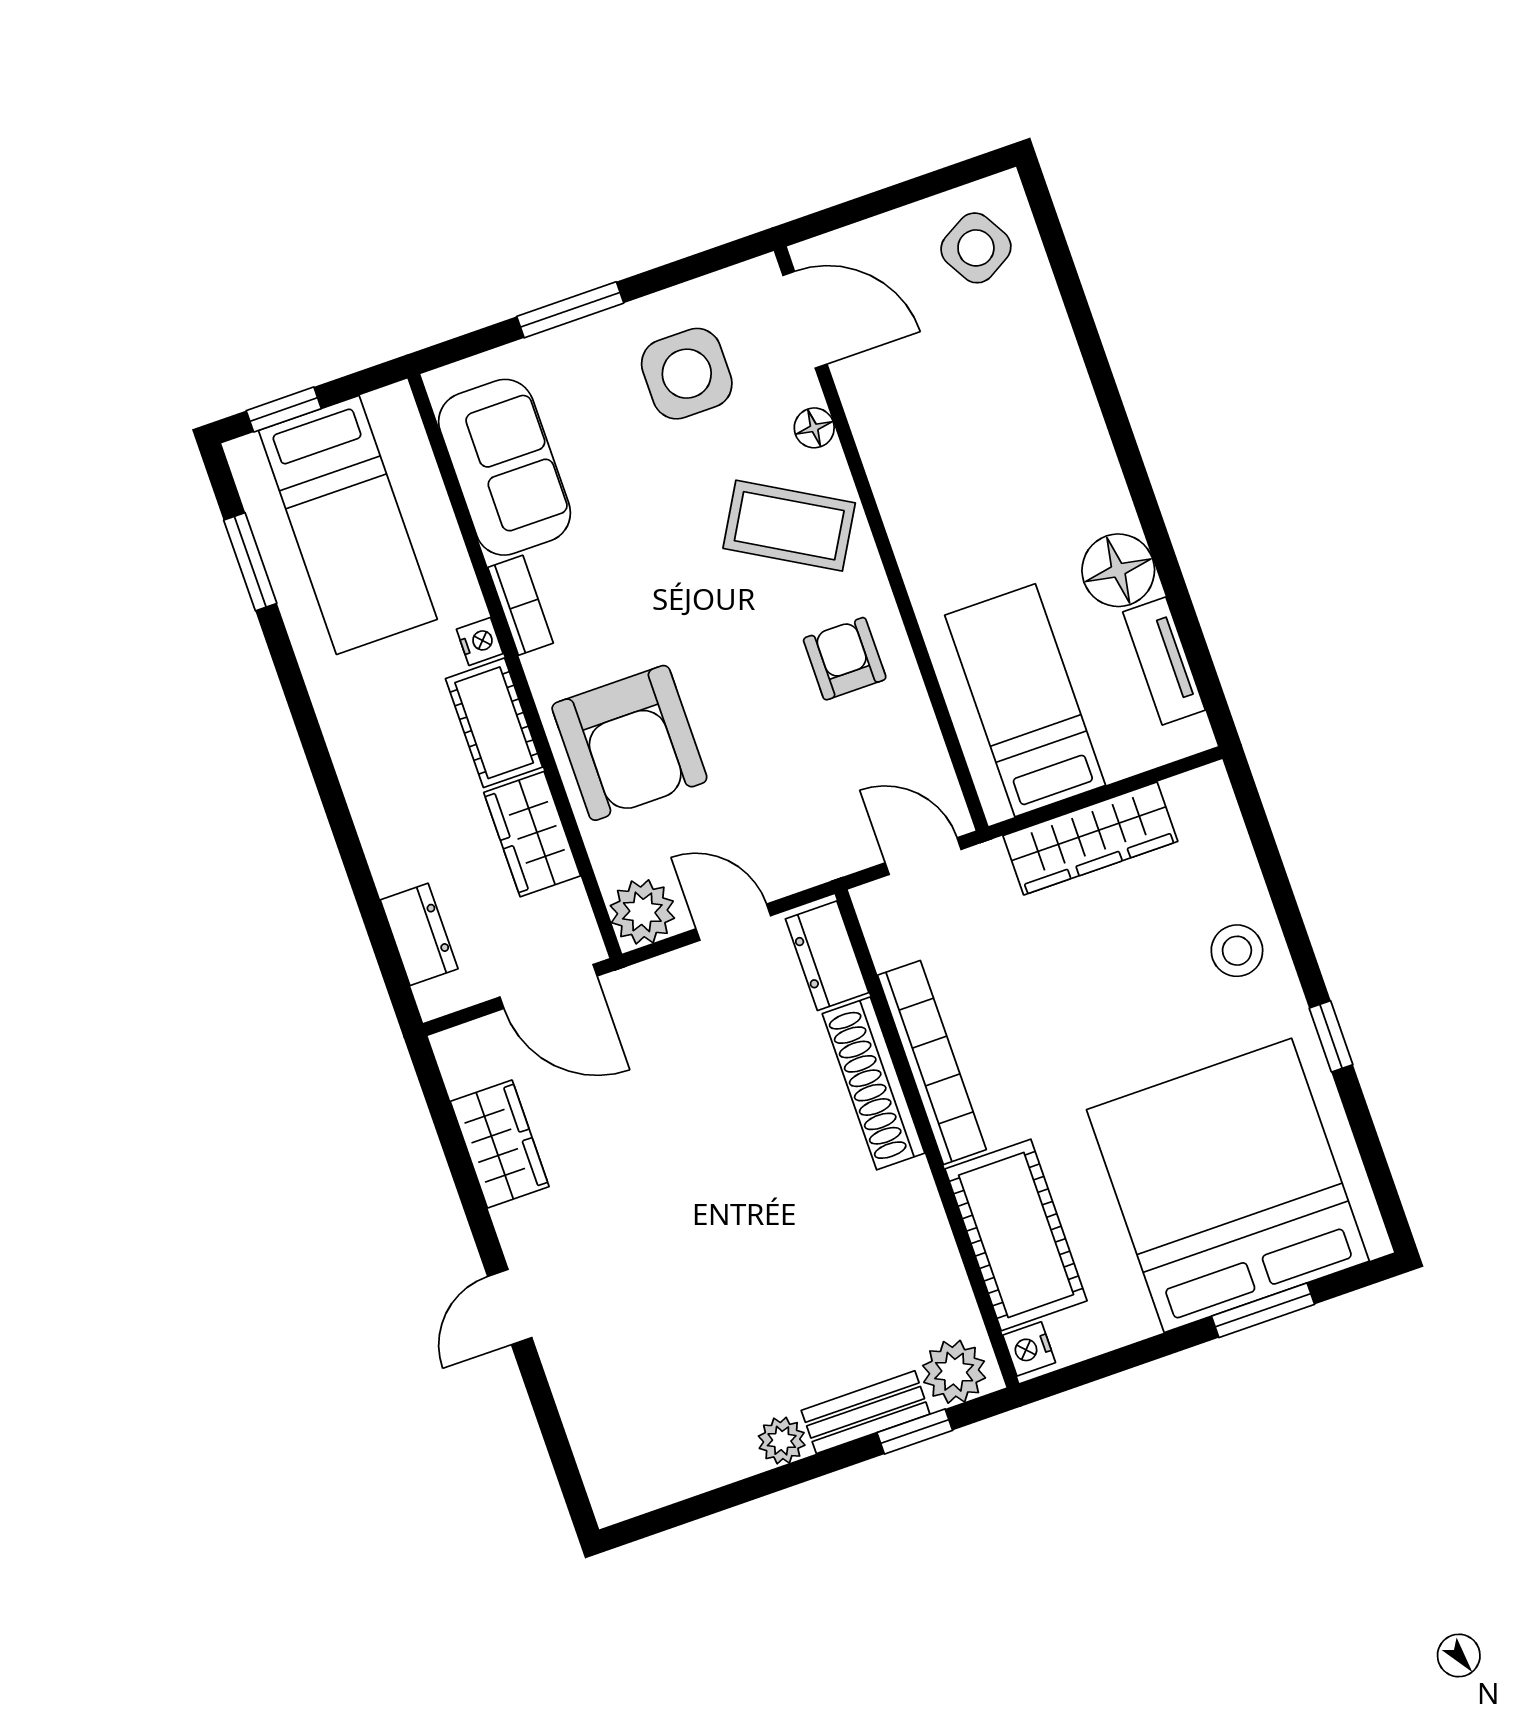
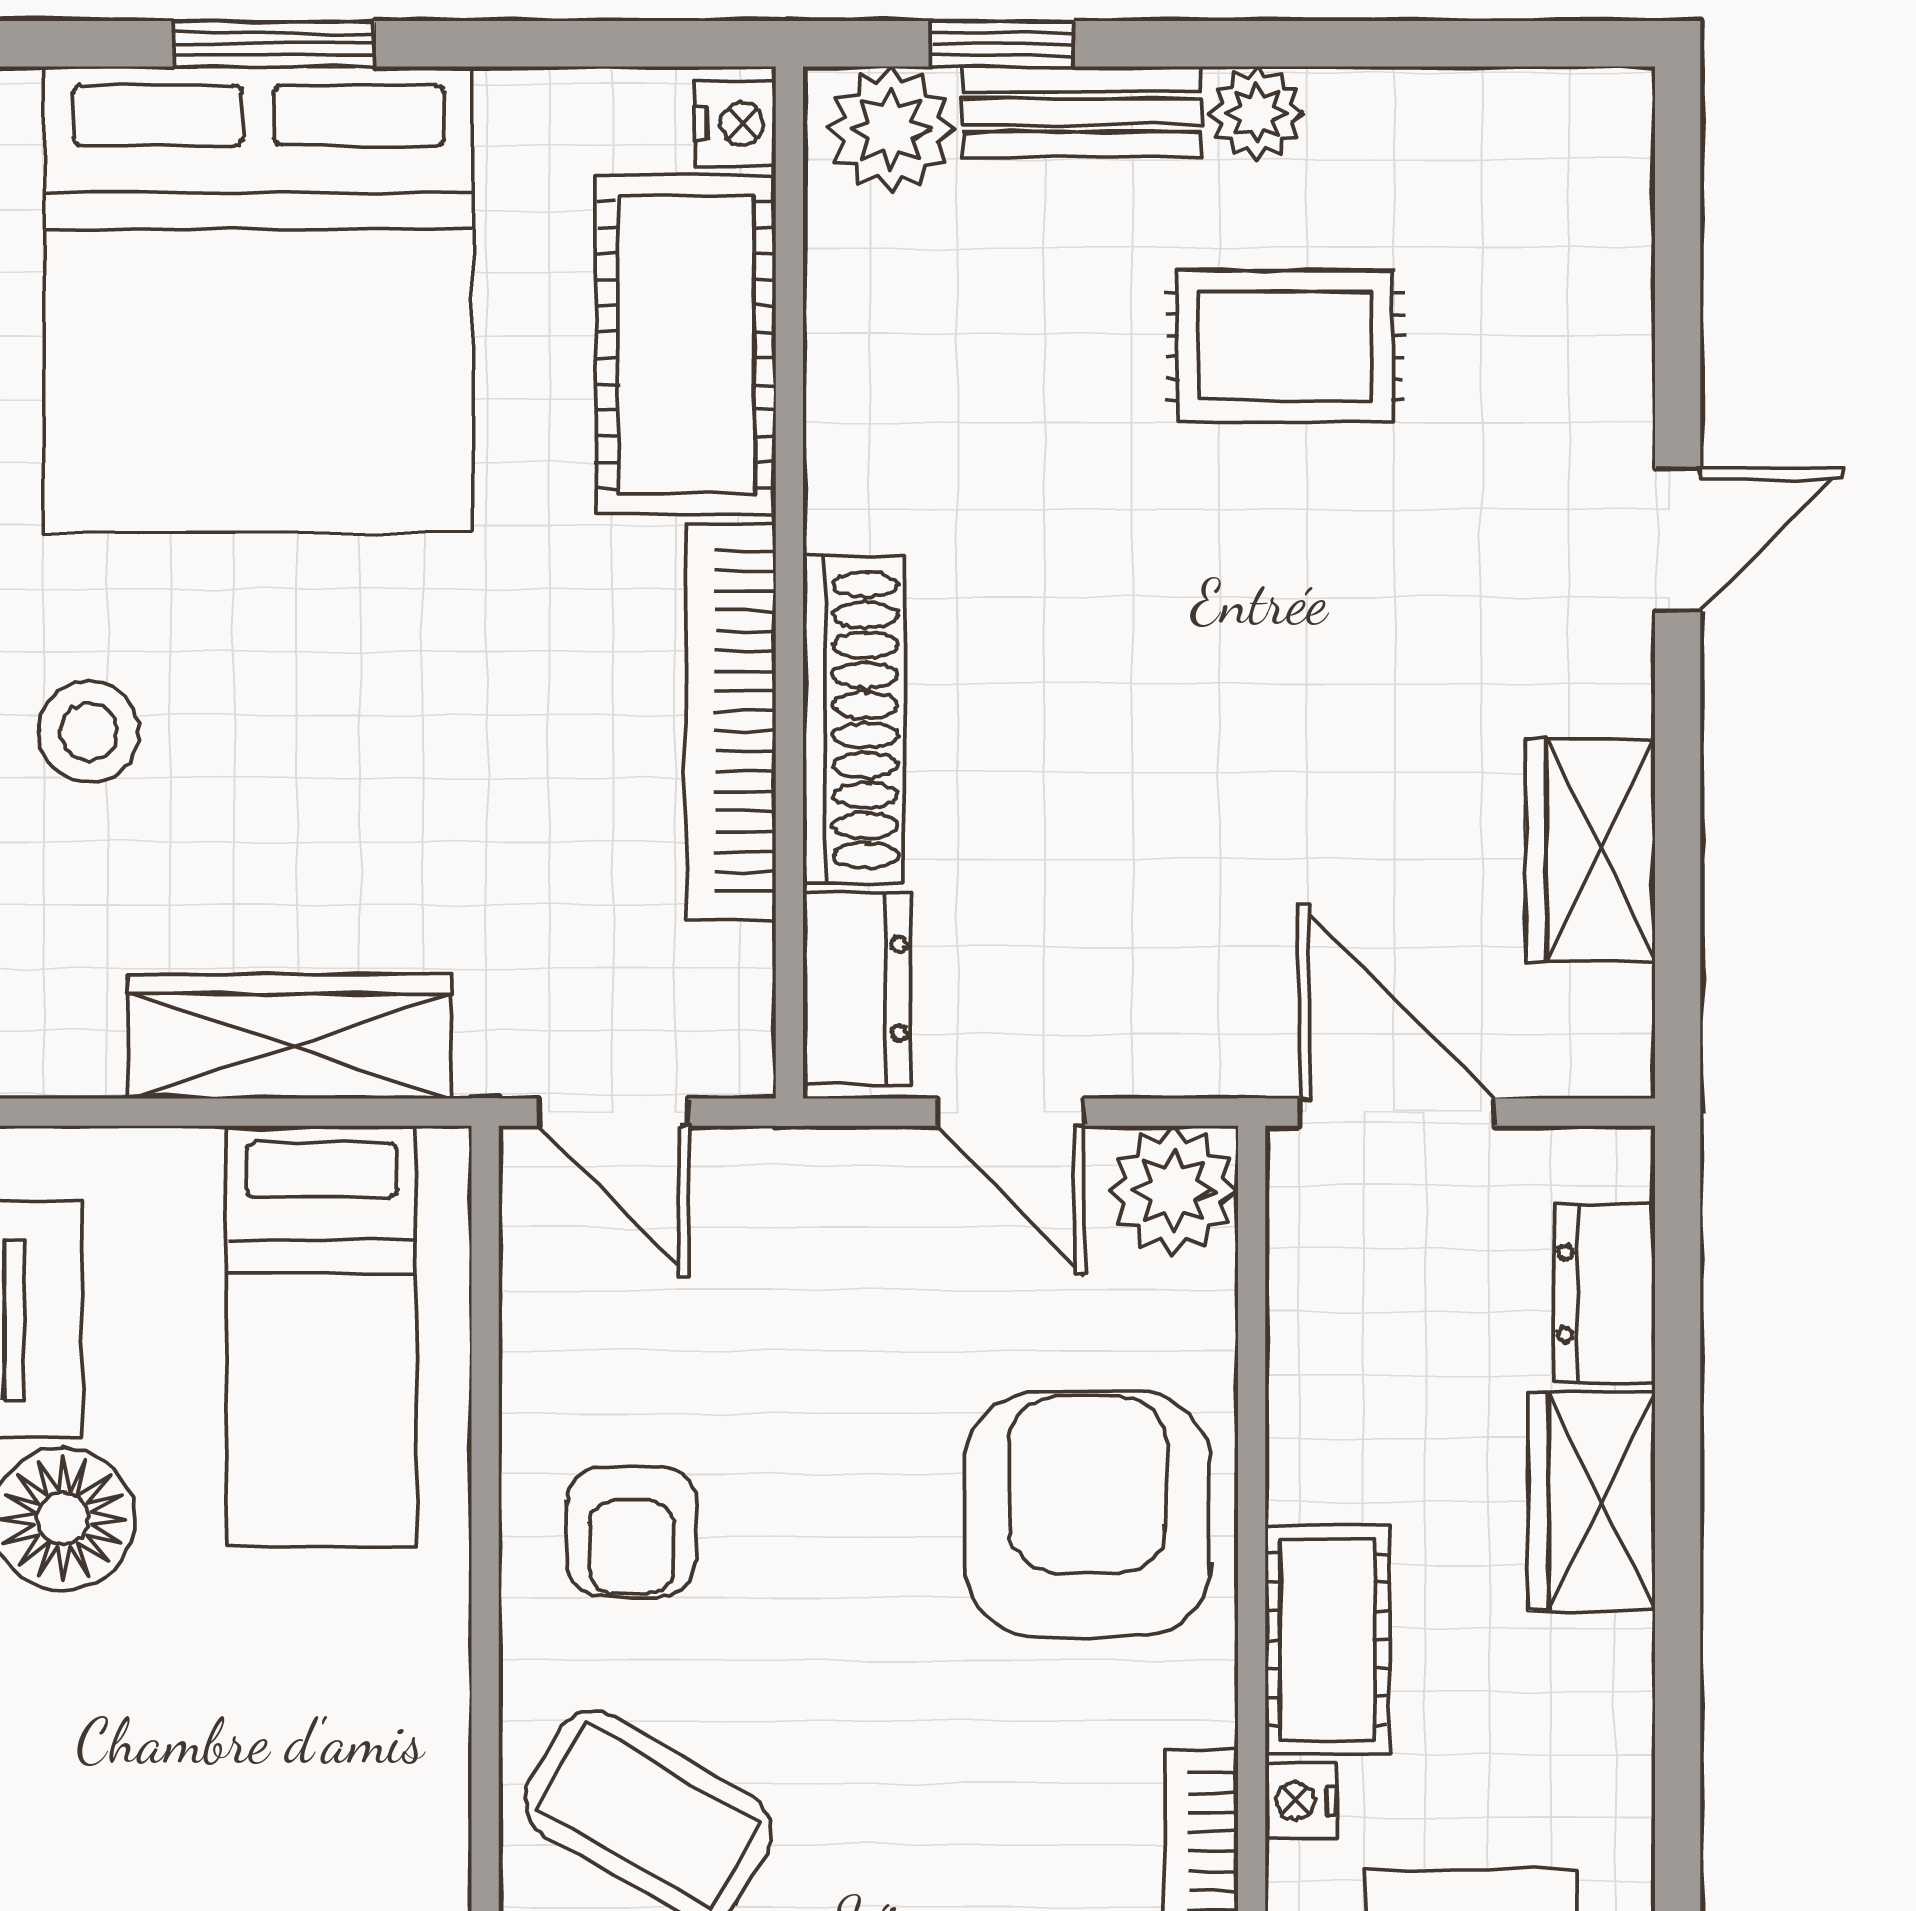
wardrobe: (532, 834) -> (1592, 1502), moved, turned 180
rug: (729, 1334) -> (1285, 346), added

